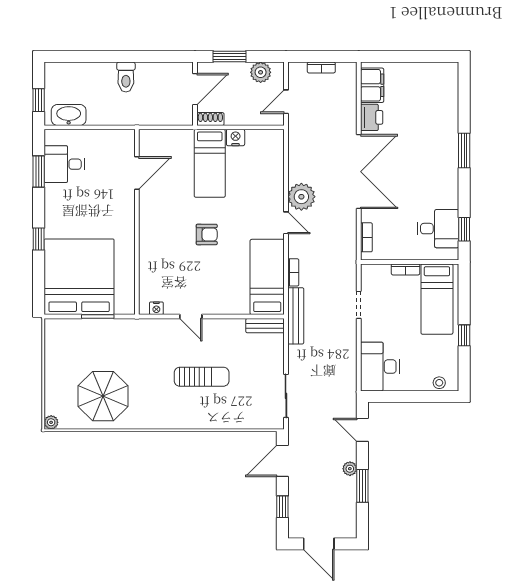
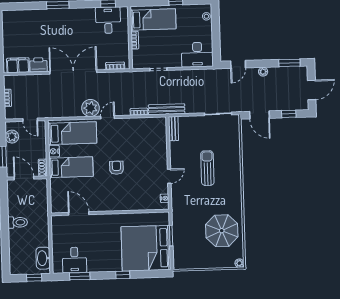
bed: (267, 277) -> (72, 133), moved, turned 180
window: (362, 486) -> (289, 63), moved

